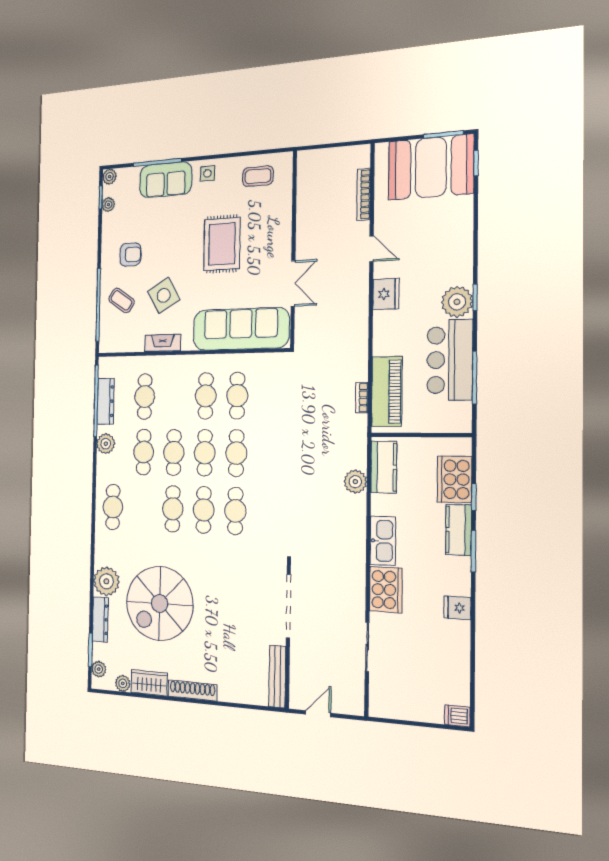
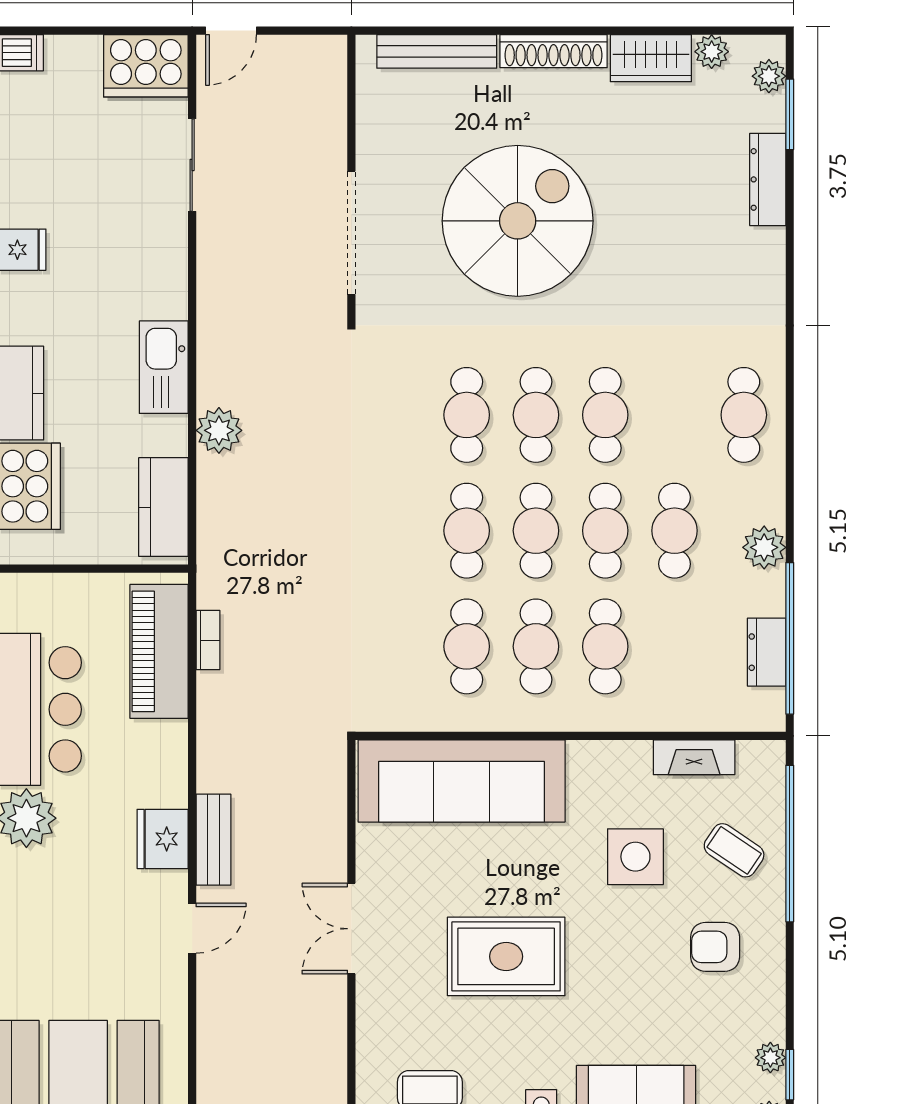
bookcase: (364, 194) -> (209, 1035), removed
rug: (222, 244) -> (506, 956), turned 90
door: (372, 249) -> (192, 928), swing flipped
double door: (293, 283) -> (351, 929), moved
side table: (164, 295) -> (635, 857), turned 30
bench: (360, 295) -> (213, 840), added
fireplace: (163, 343) -> (694, 757), moved
cafe table: (145, 397) -> (605, 646), moved
dresser: (106, 401) -> (767, 652), width x0.70
plant: (355, 482) -> (219, 430), moved
plant: (106, 581) -> (755, 259), removed
cooker: (386, 590) -> (146, 66), moved, turned -90
spiral stairs: (160, 603) -> (518, 221), moved
bench: (277, 676) -> (437, 51), moved, turned 90
door: (318, 714) -> (231, 31), moved

